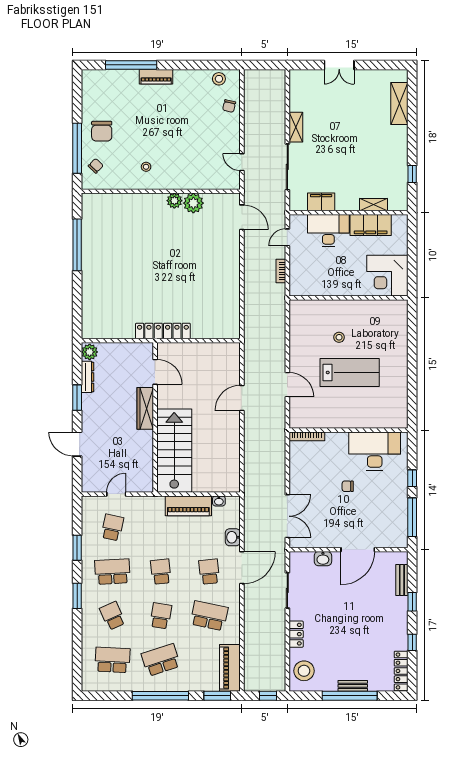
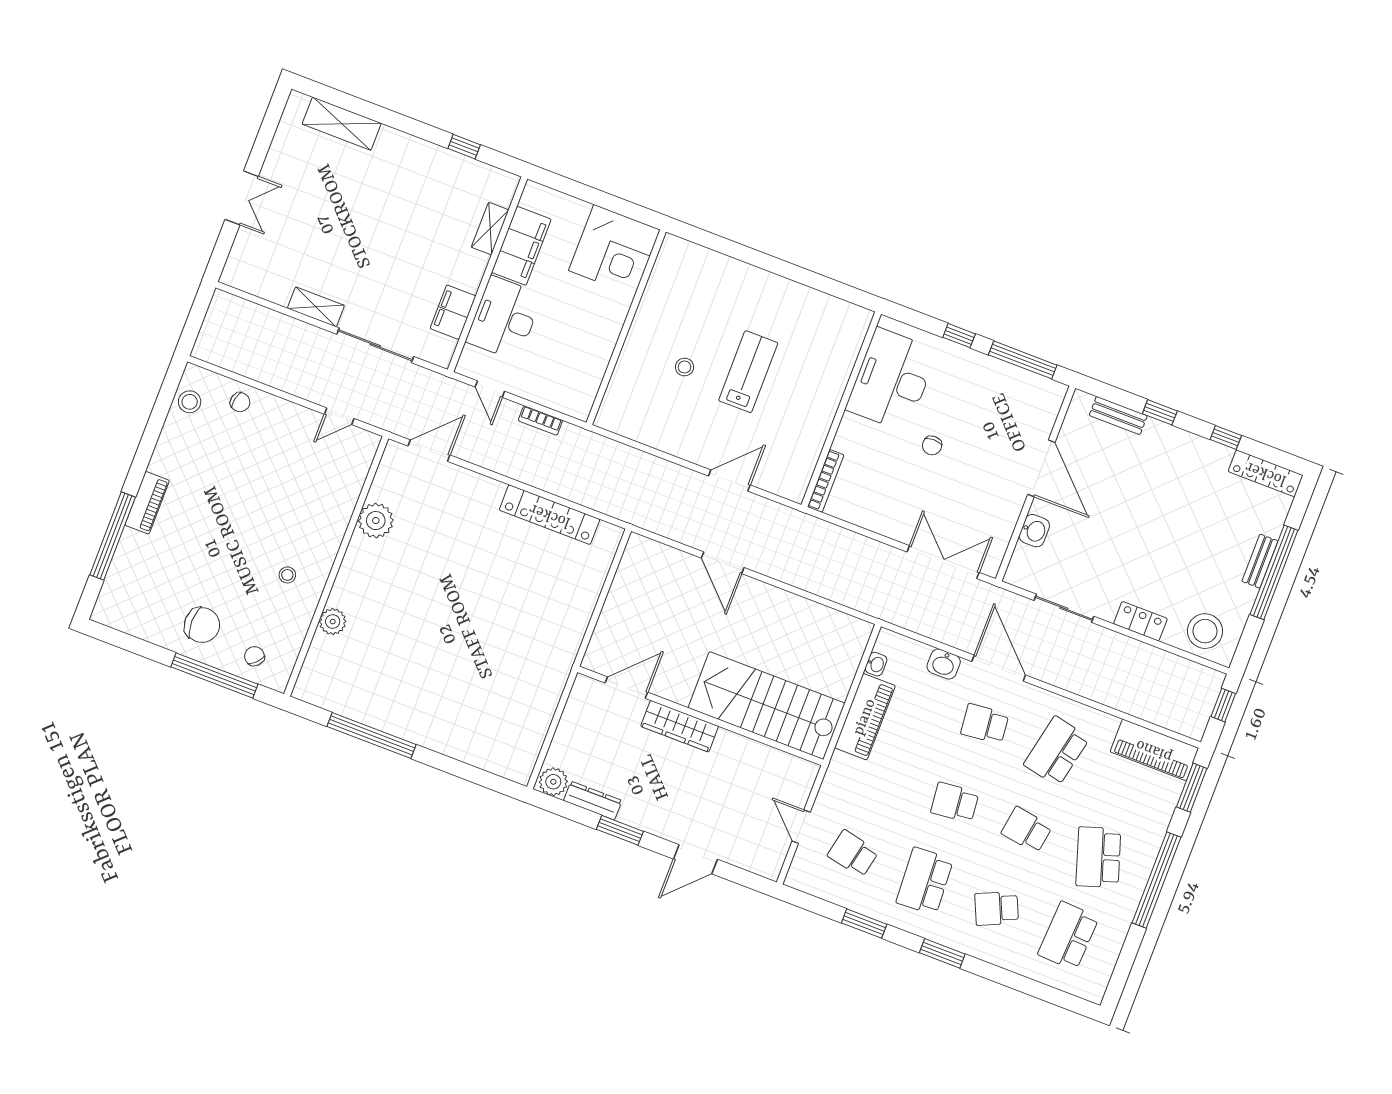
plant: (174, 201) -> (333, 622), moved
locker: (163, 331) -> (550, 515), moved, turned -90
lab bench: (350, 372) -> (748, 372), width x0.73, depth x0.72

